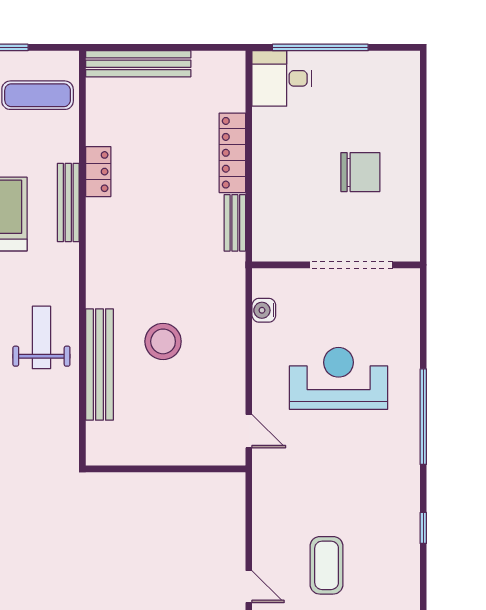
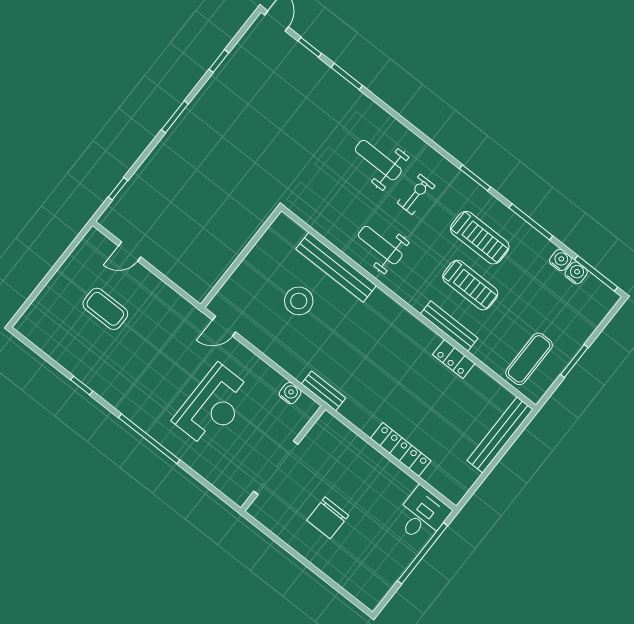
bench: (235, 223) -> (324, 391), moved
weight bench: (41, 337) -> (380, 245), turned 180
stool: (163, 341) -> (299, 301), moved

